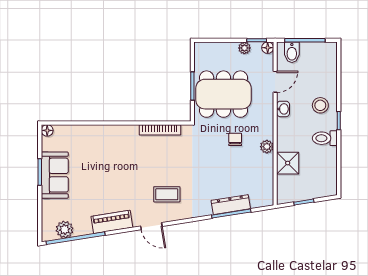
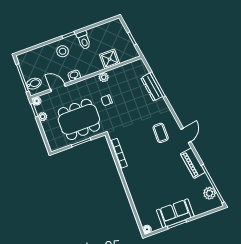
dining table: (223, 94) -> (79, 119), turned 90

